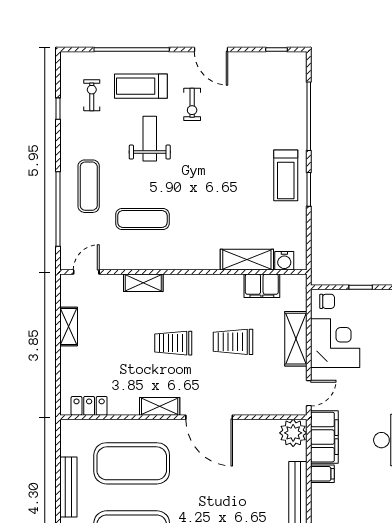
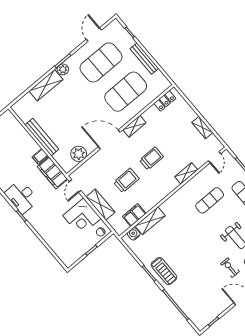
treadmill: (286, 175) -> (164, 271), turned 180
plant: (293, 433) -> (79, 154), moved

